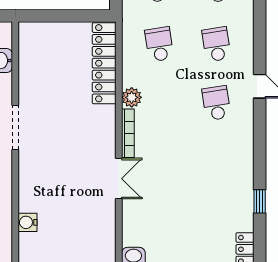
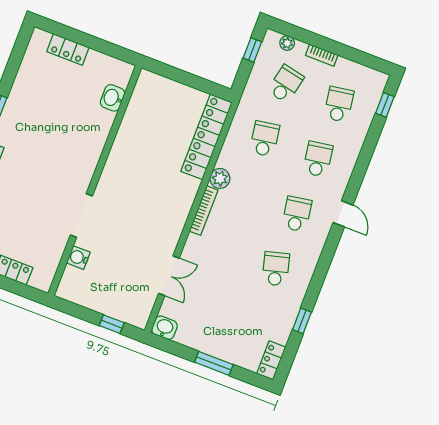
doorway: (15, 128) -> (81, 216), moved
school desk: (216, 162) -> (276, 269), added
double door: (119, 179) -> (169, 276), moved

